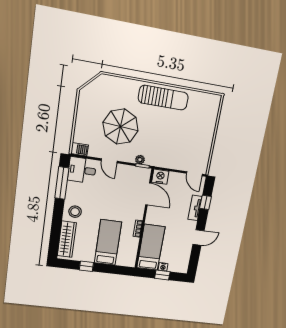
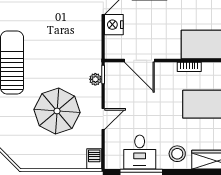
desk: (82, 170) -> (140, 152), moved
nightstand: (160, 177) -> (114, 25), moved
door: (148, 194) -> (139, 60), swing flipped

